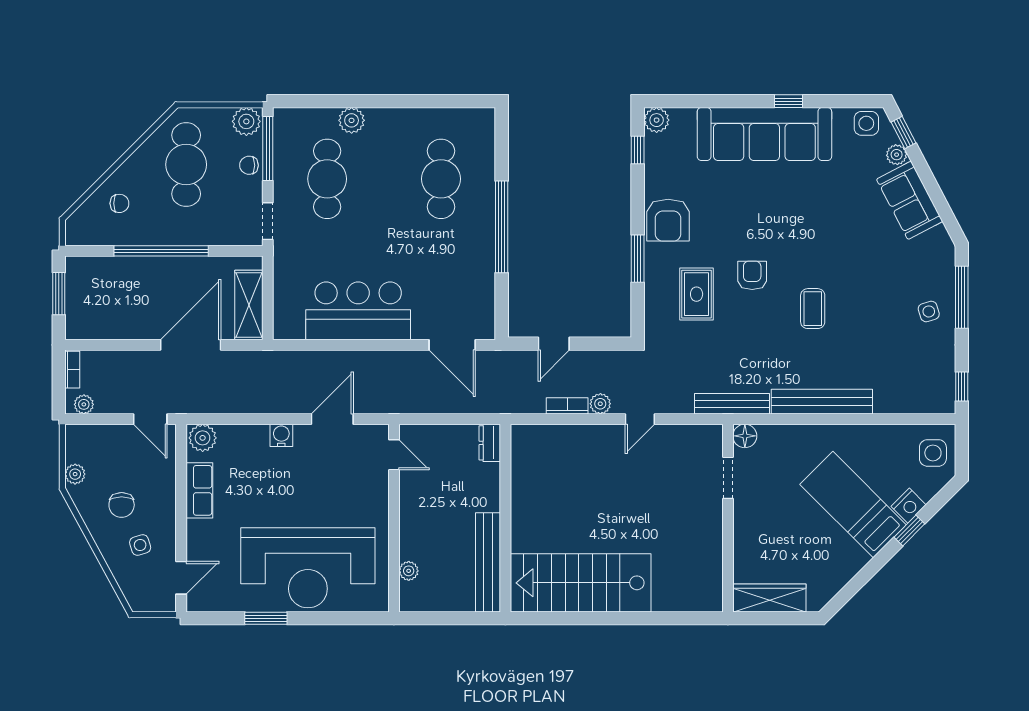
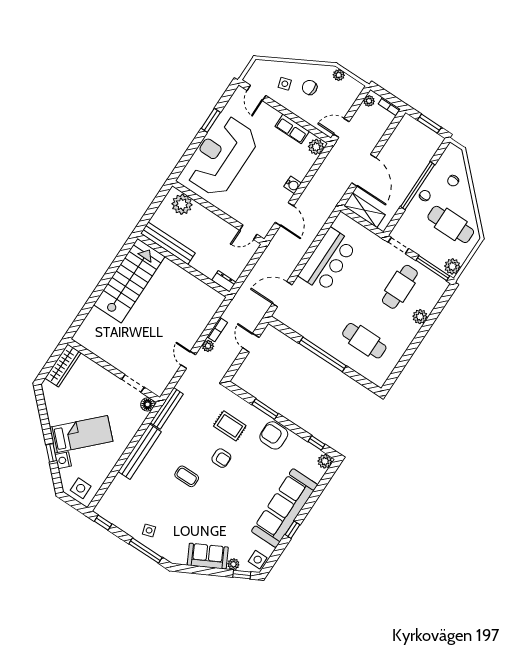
chair: (249, 165) -> (425, 196), moved
cafe table: (327, 179) -> (400, 287), turned 90
plant: (409, 571) -> (182, 204), width x1.87, depth x1.87

